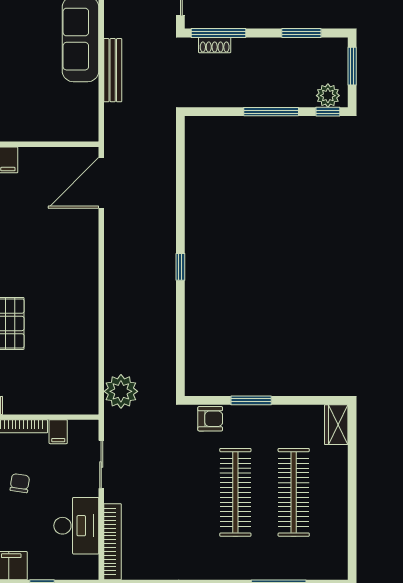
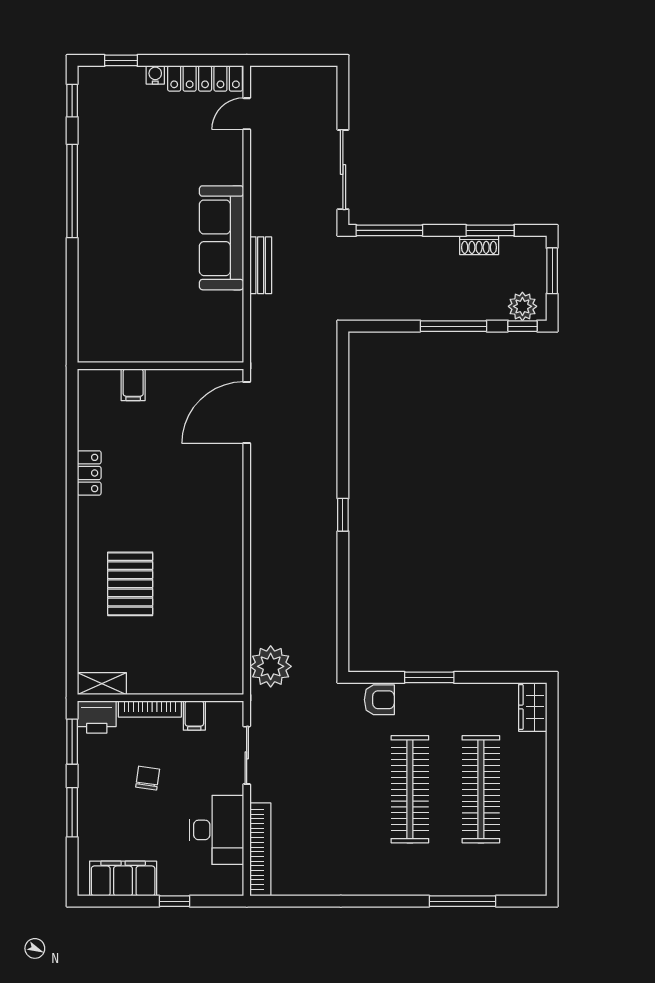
shoe rack: (215, 45) -> (479, 245), moved
bench: (113, 70) -> (261, 265), width x0.73

